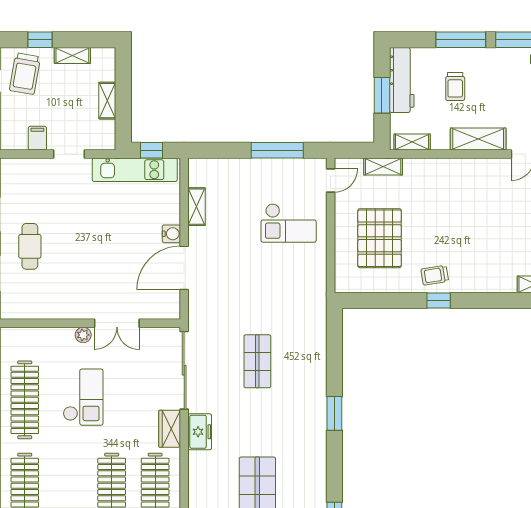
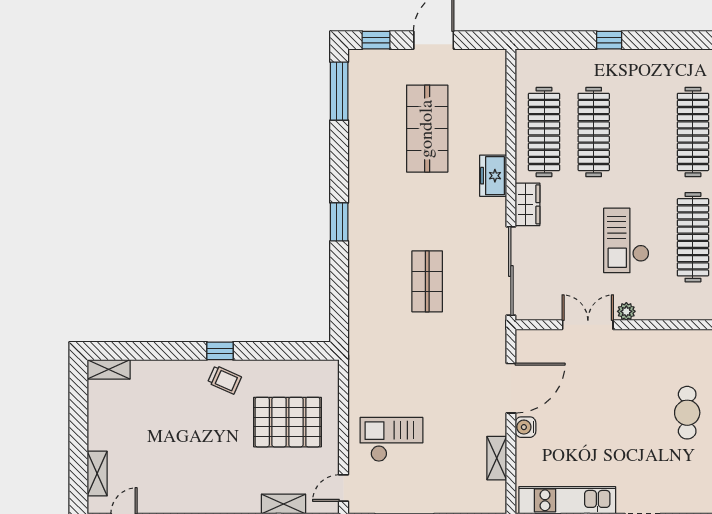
pallet: (380, 238) -> (288, 422), turned 90
trolley: (435, 275) -> (224, 380), turned 33
freezer: (200, 432) -> (493, 176), moved

